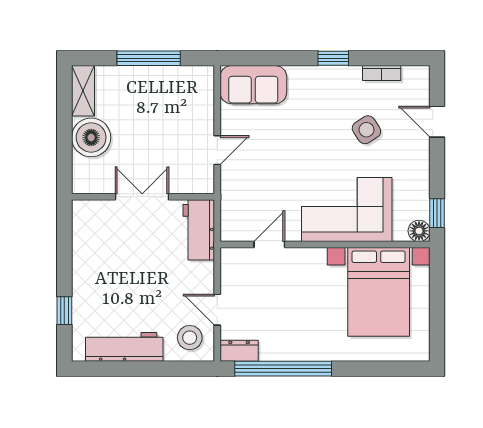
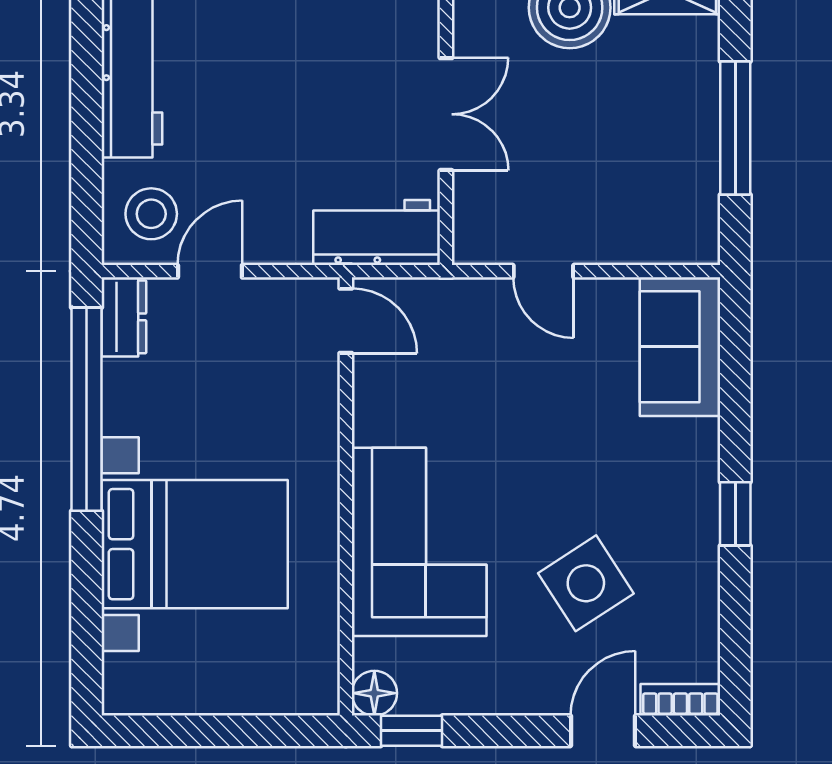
bookcase: (382, 73) -> (680, 700), moved, turned 90
side table: (366, 130) -> (586, 583), width x1.37, depth x1.37
door: (269, 245) -> (346, 321), moved
bed with nightstands: (379, 292) -> (195, 544), moved, turned 180

